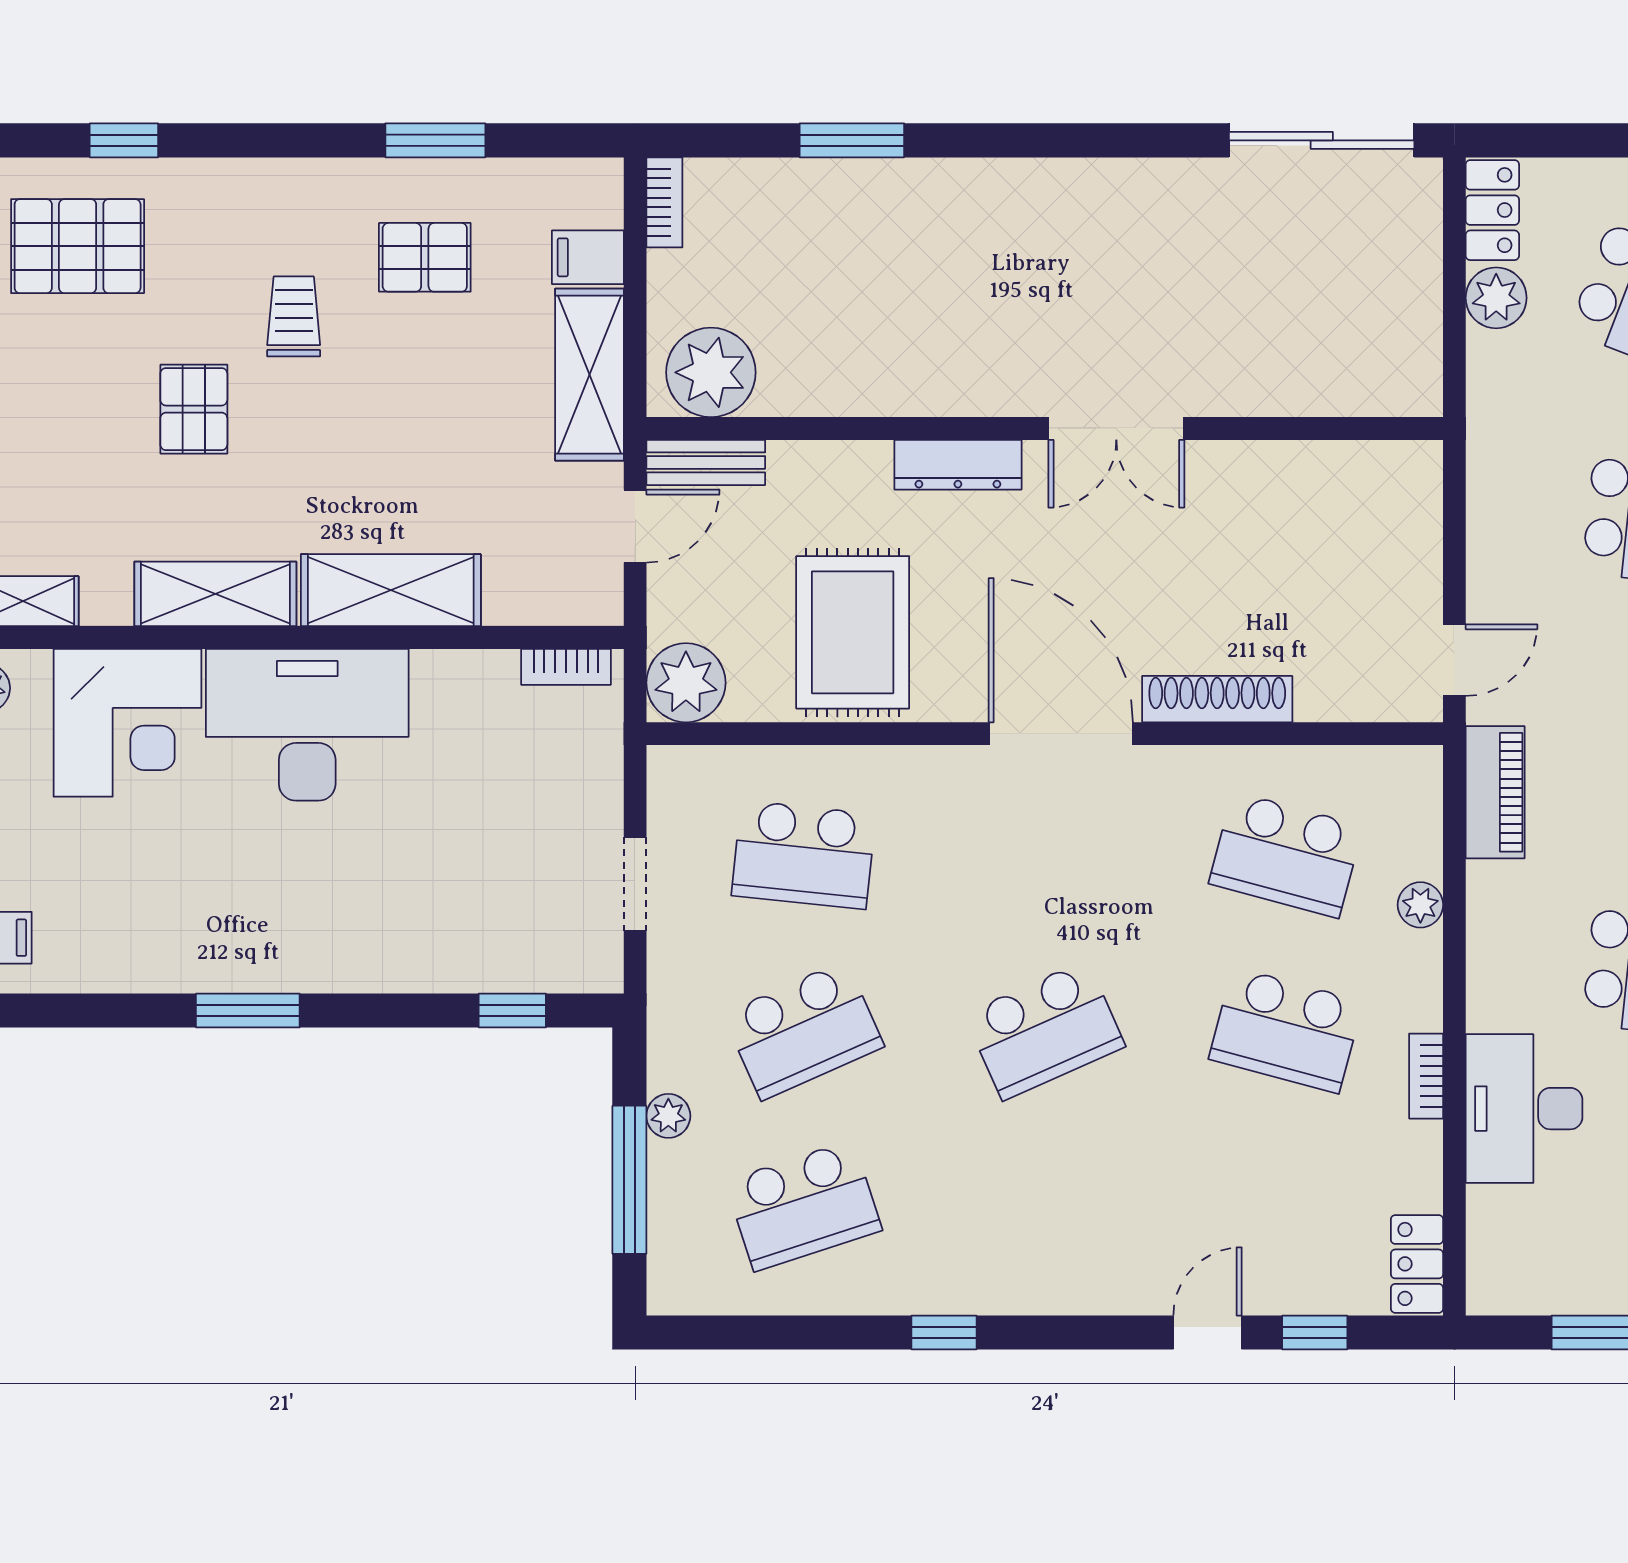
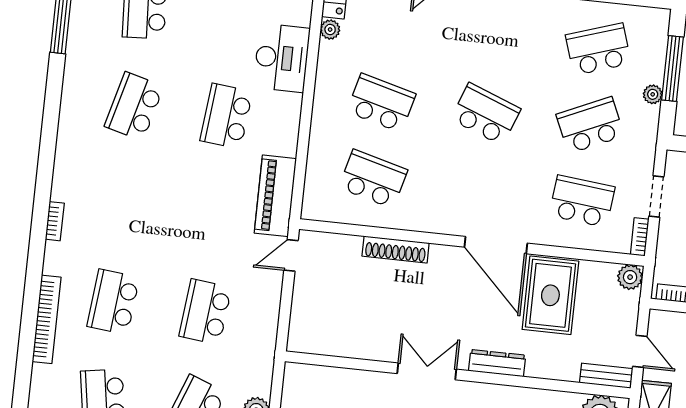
door: (635, 526) -> (640, 351), swing flipped
plant: (686, 683) -> (630, 277), width x0.73, depth x0.73
door: (1061, 734) -> (496, 245), moved
piano: (1495, 792) -> (275, 196), width x1.37, depth x1.33
plant: (1420, 905) -> (330, 30), moved
school desk: (1045, 1030) -> (486, 114), turned 45
bookcase: (1426, 1076) -> (640, 237), moved, turned 180

